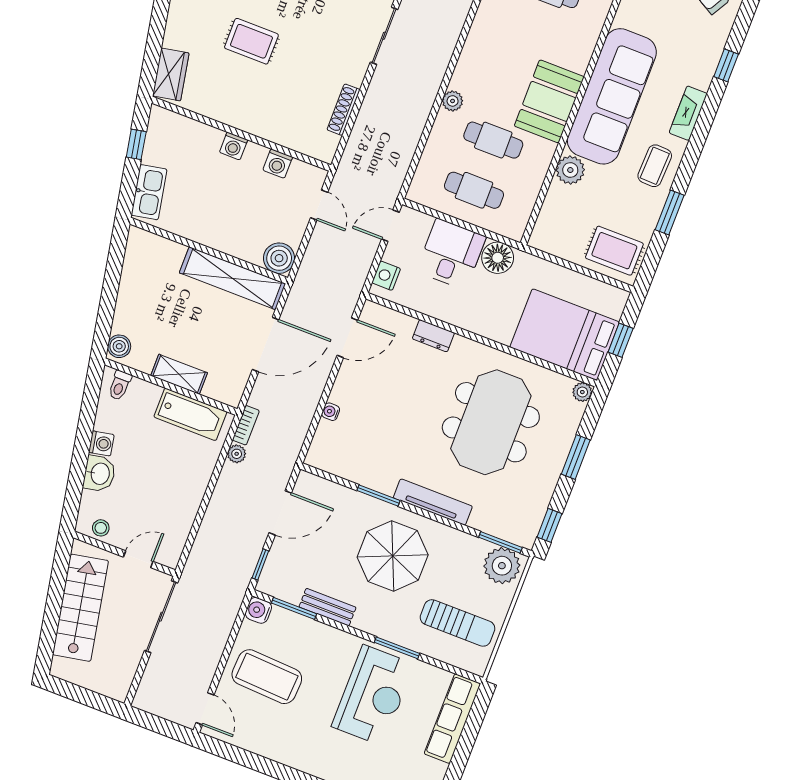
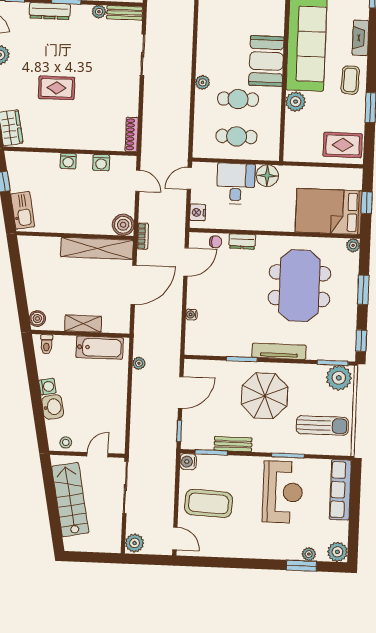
shoe rack: (344, 110) -> (132, 134), moved
chair: (397, 324) -> (216, 242), added
bookcase: (246, 425) -> (143, 236), moved
plant: (148, 696) -> (135, 543), added

